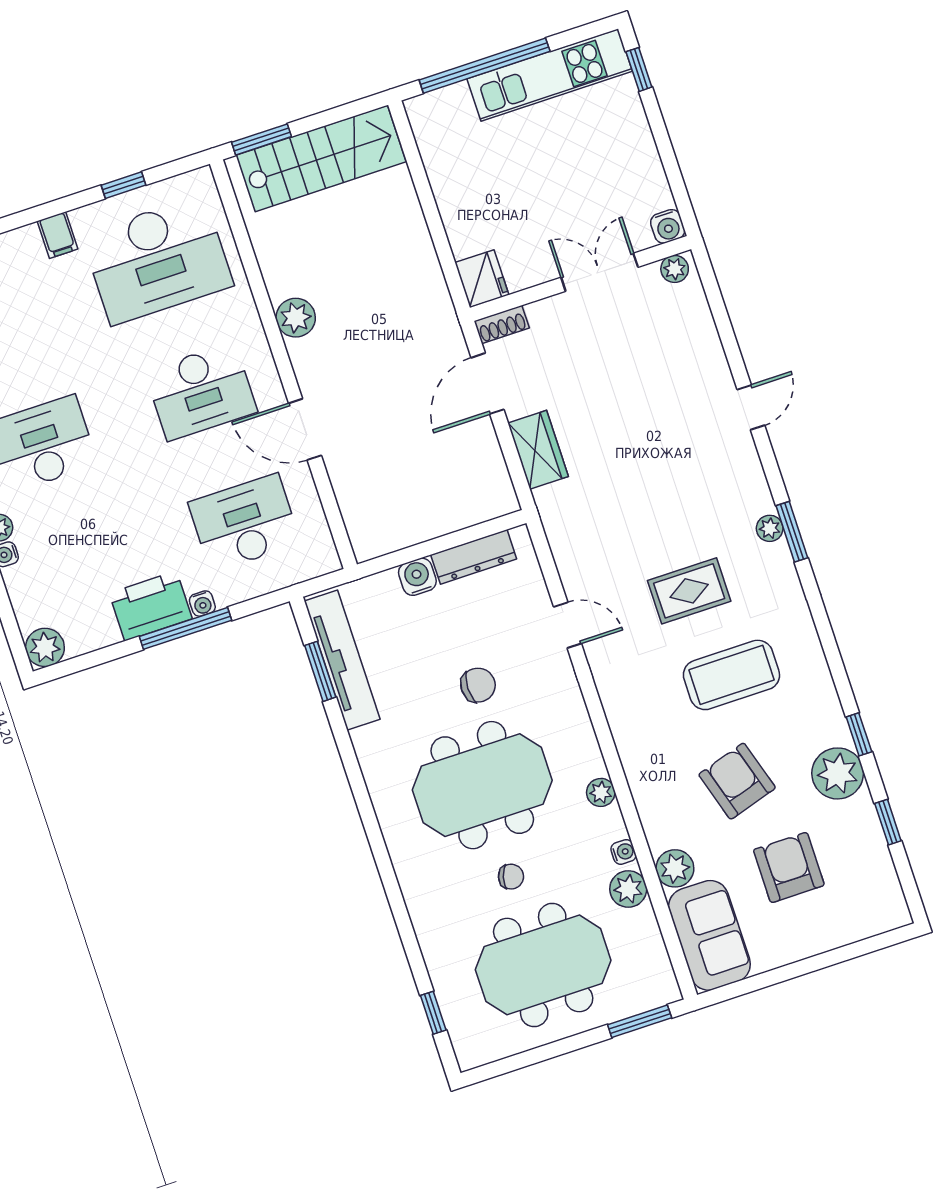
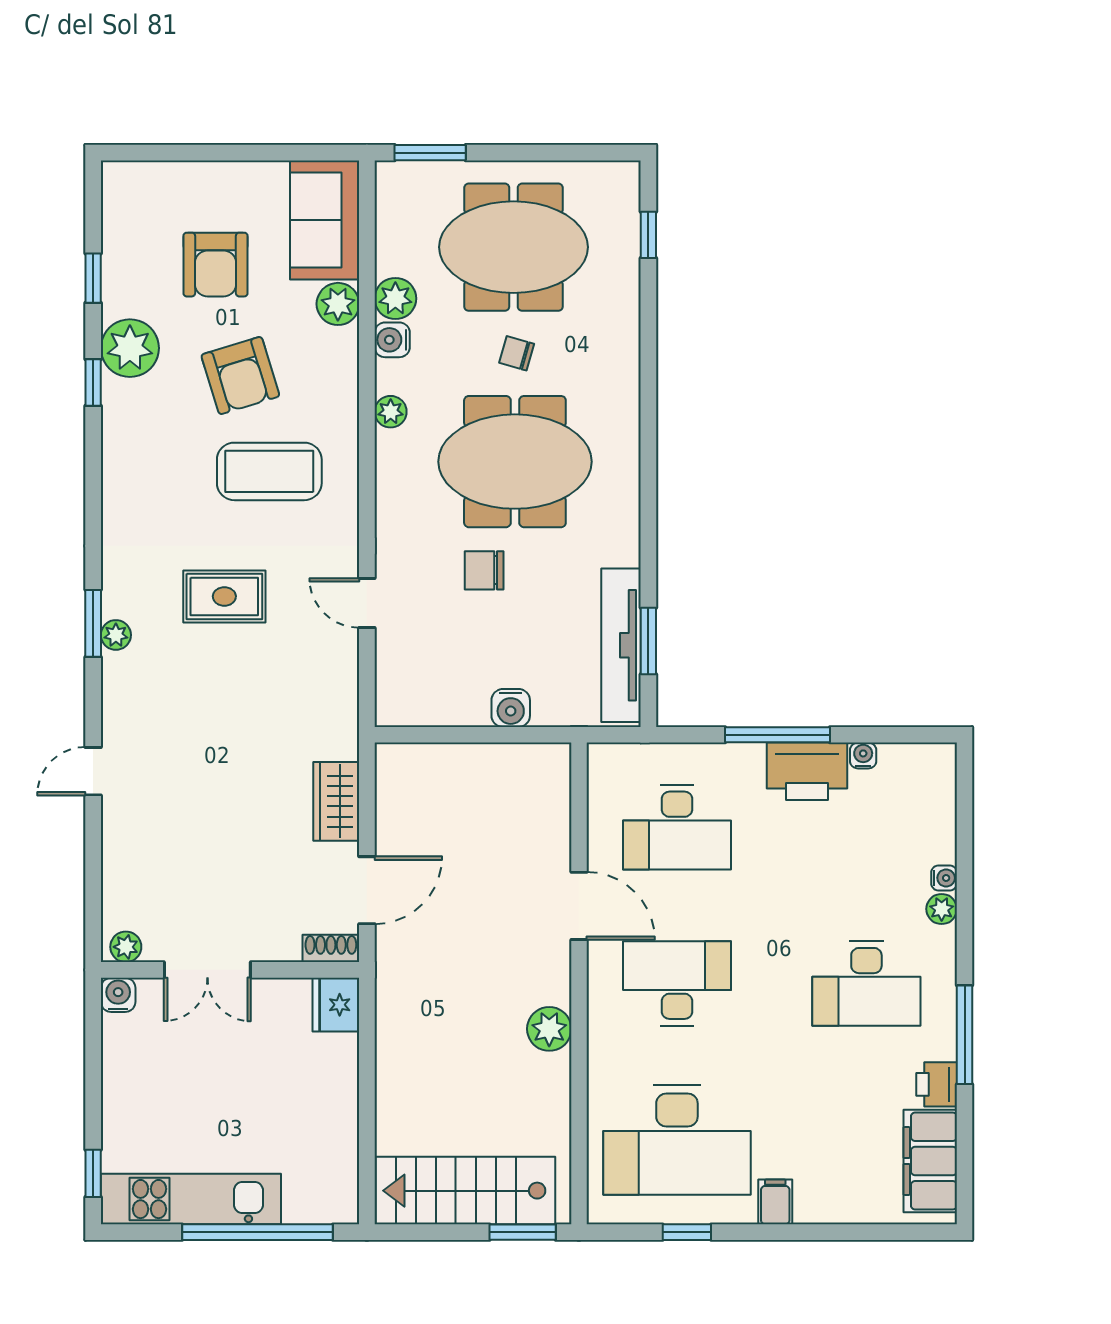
desk: (157, 260) -> (677, 1140), turned 180
dresser: (474, 557) -> (443, 709), removed
water cooler: (202, 604) -> (863, 756), moved
plant: (45, 647) -> (935, 764), removed
coffee table: (731, 675) -> (269, 471), moved
water cooler: (623, 852) -> (392, 340), width x1.38, depth x1.38

